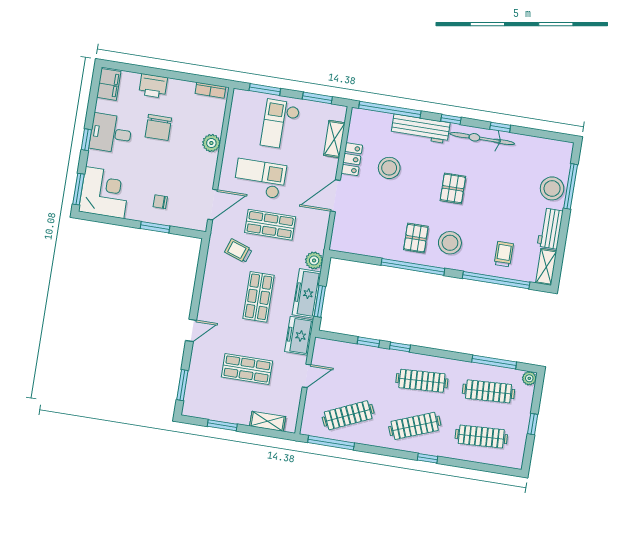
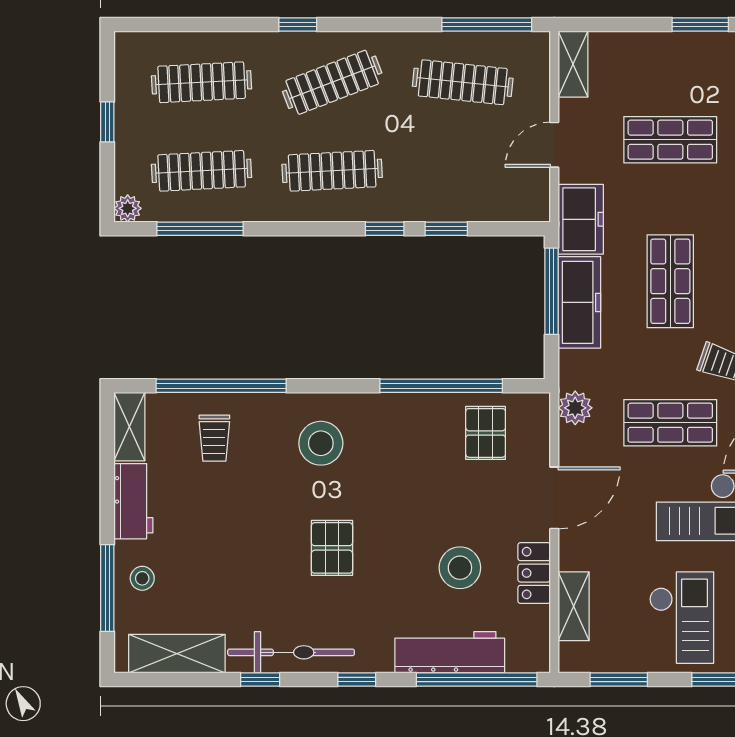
workbench: (421, 129) -> (450, 652), moved
shelving: (541, 147) -> (177, 654), added
stool: (552, 188) -> (142, 578), width x0.53, depth x0.53
pallet: (416, 238) -> (486, 433), moved
plant: (314, 260) -> (575, 408), moved
window: (413, 267) -> (441, 386), moved
window: (320, 301) -> (552, 291), width x1.44
clothes rail: (348, 415) -> (463, 82), turned 30
shelving: (268, 421) -> (573, 64), moved, turned 90

